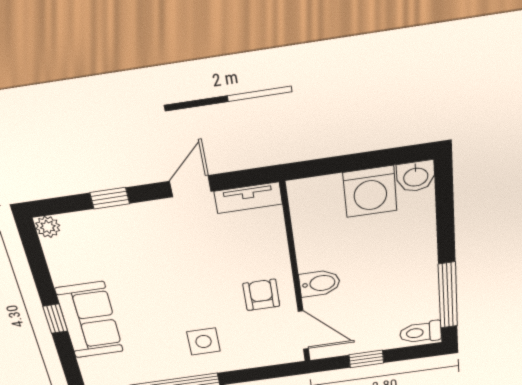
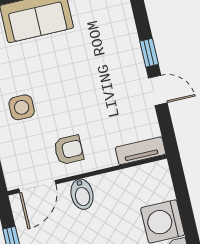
window: (110, 198) -> (149, 53), moved
tv unit: (248, 198) -> (140, 151), moved, turned 90

